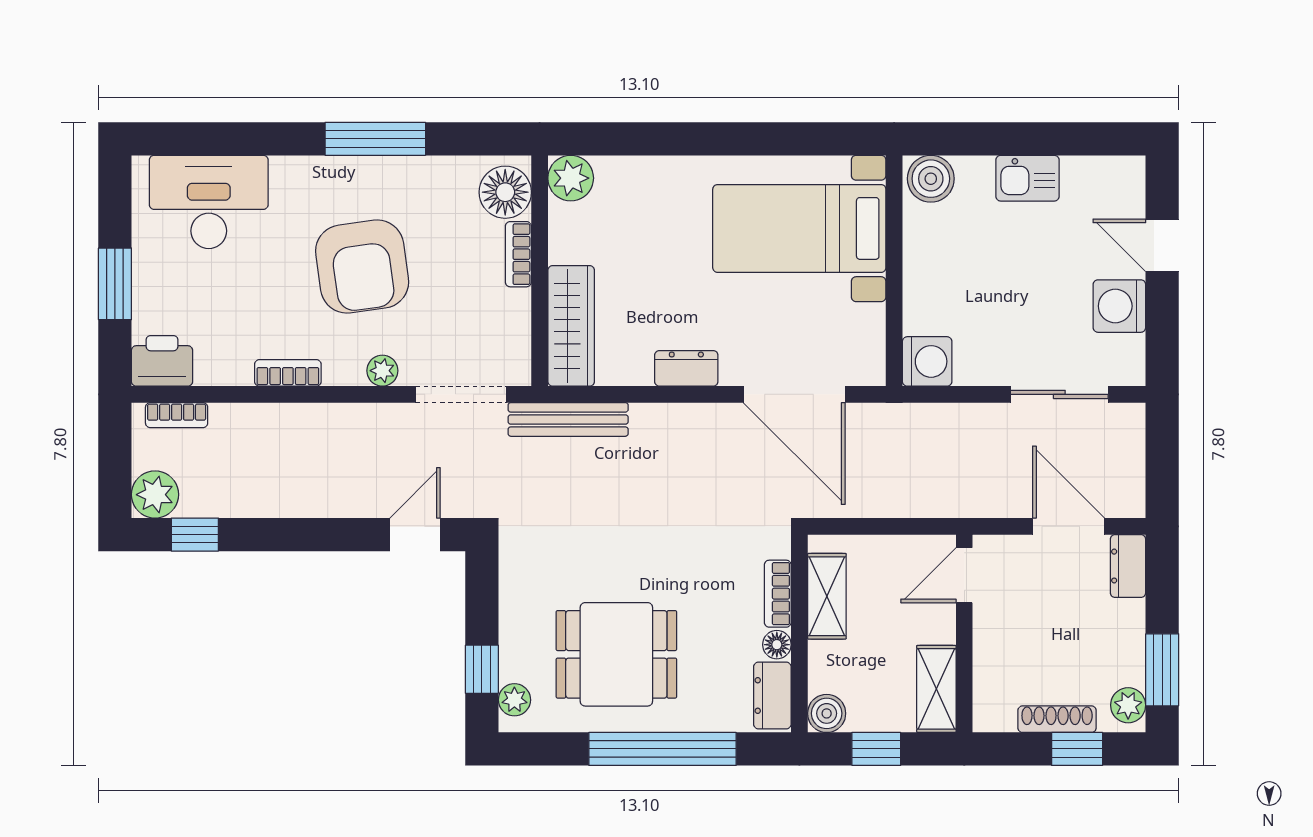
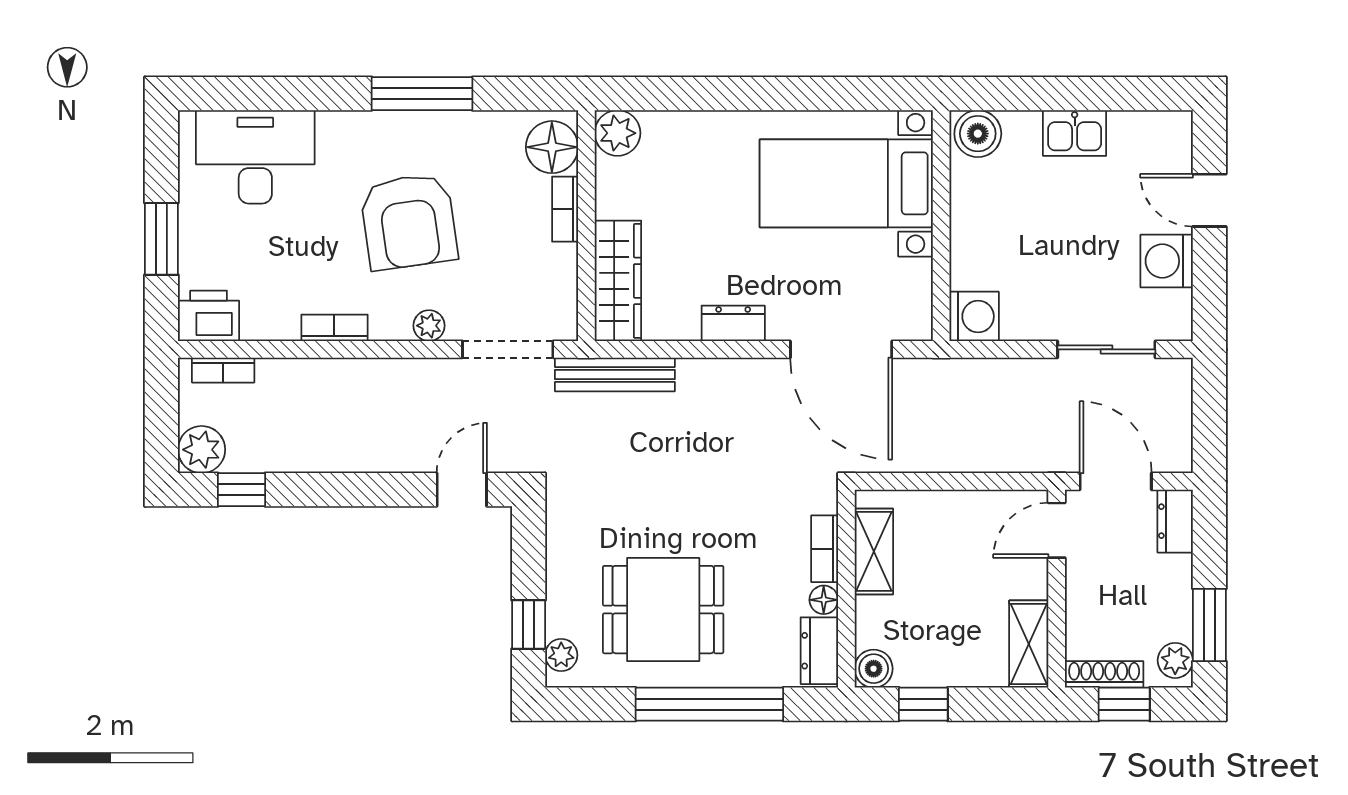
door: (964, 575) -> (1057, 530), moved
wall: (964, 634) -> (1057, 589), moved
shelving: (936, 689) -> (1029, 644), moved

